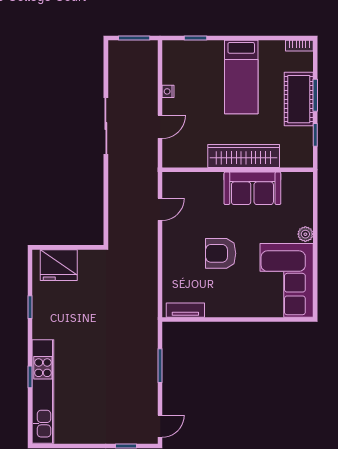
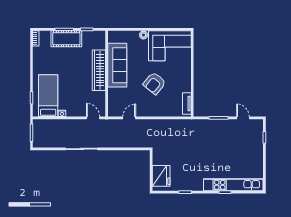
bed: (241, 77) -> (48, 96), moved, turned -90
door: (160, 127) -> (93, 118), moved
sofa: (252, 188) -> (117, 65), width x1.36
door: (160, 209) -> (129, 118), hinge flipped
armchair: (221, 253) -> (154, 83), turned 39
door: (160, 426) -> (243, 118), moved

